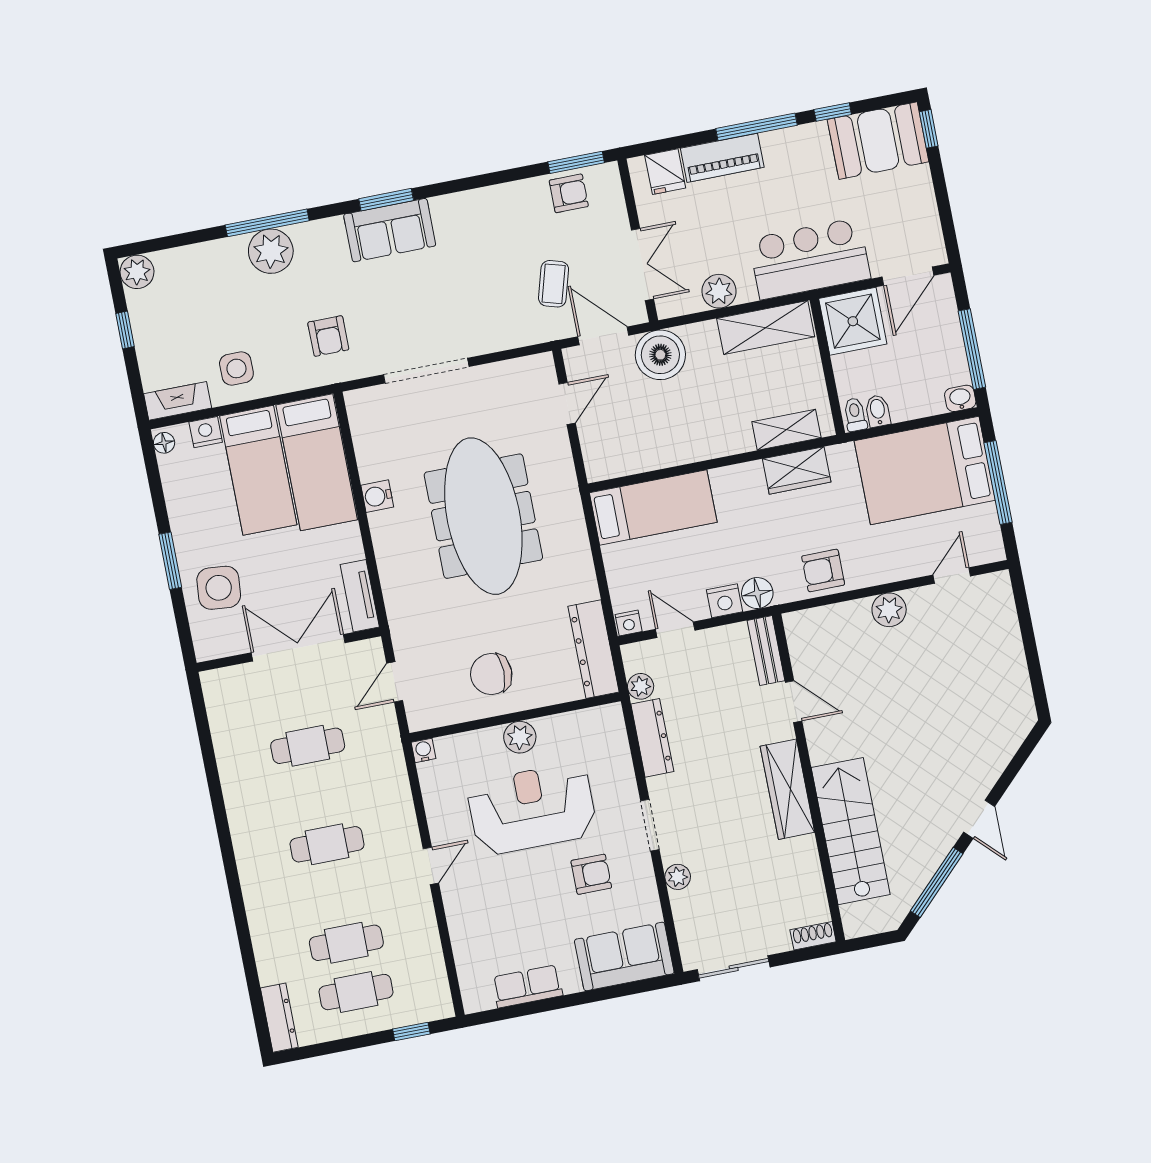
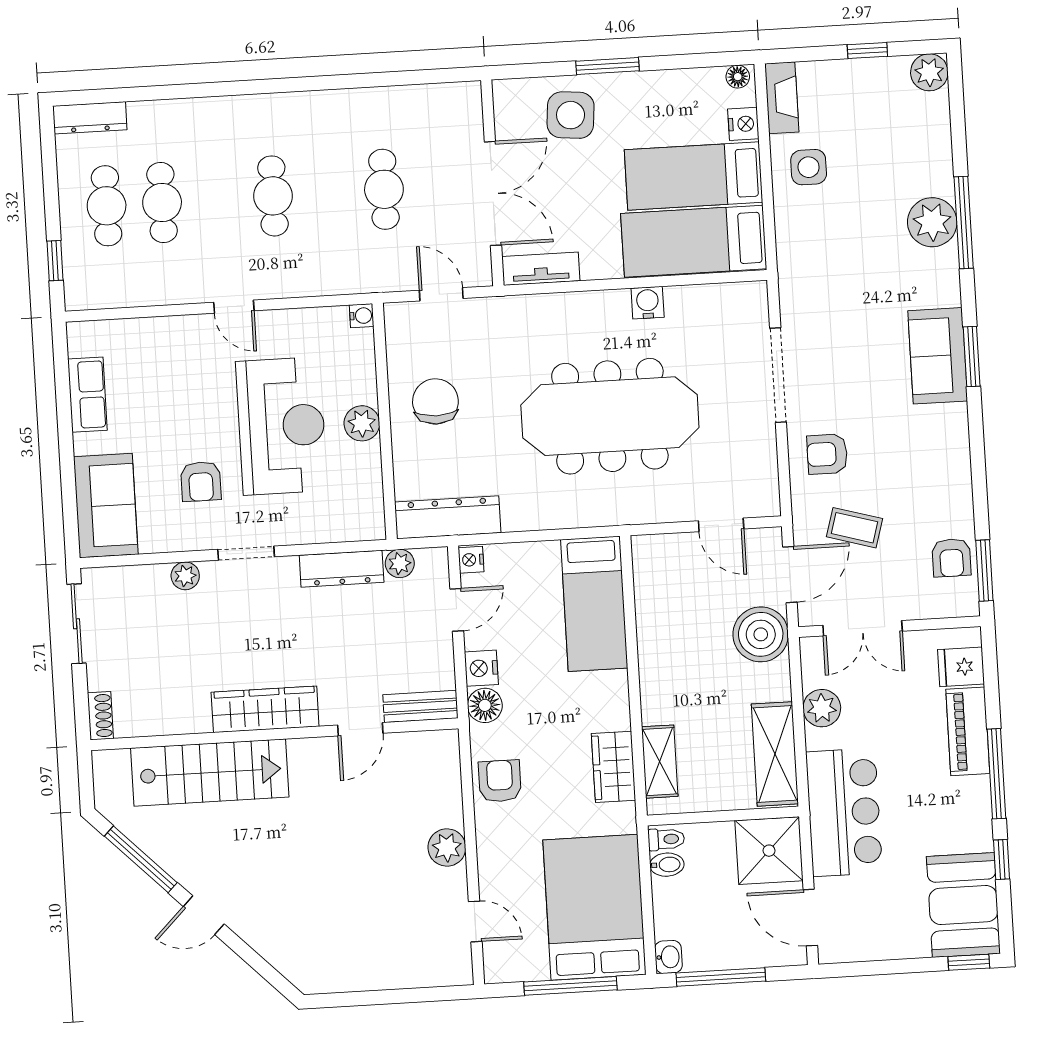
armchair: (328, 336) -> (827, 454), moved

